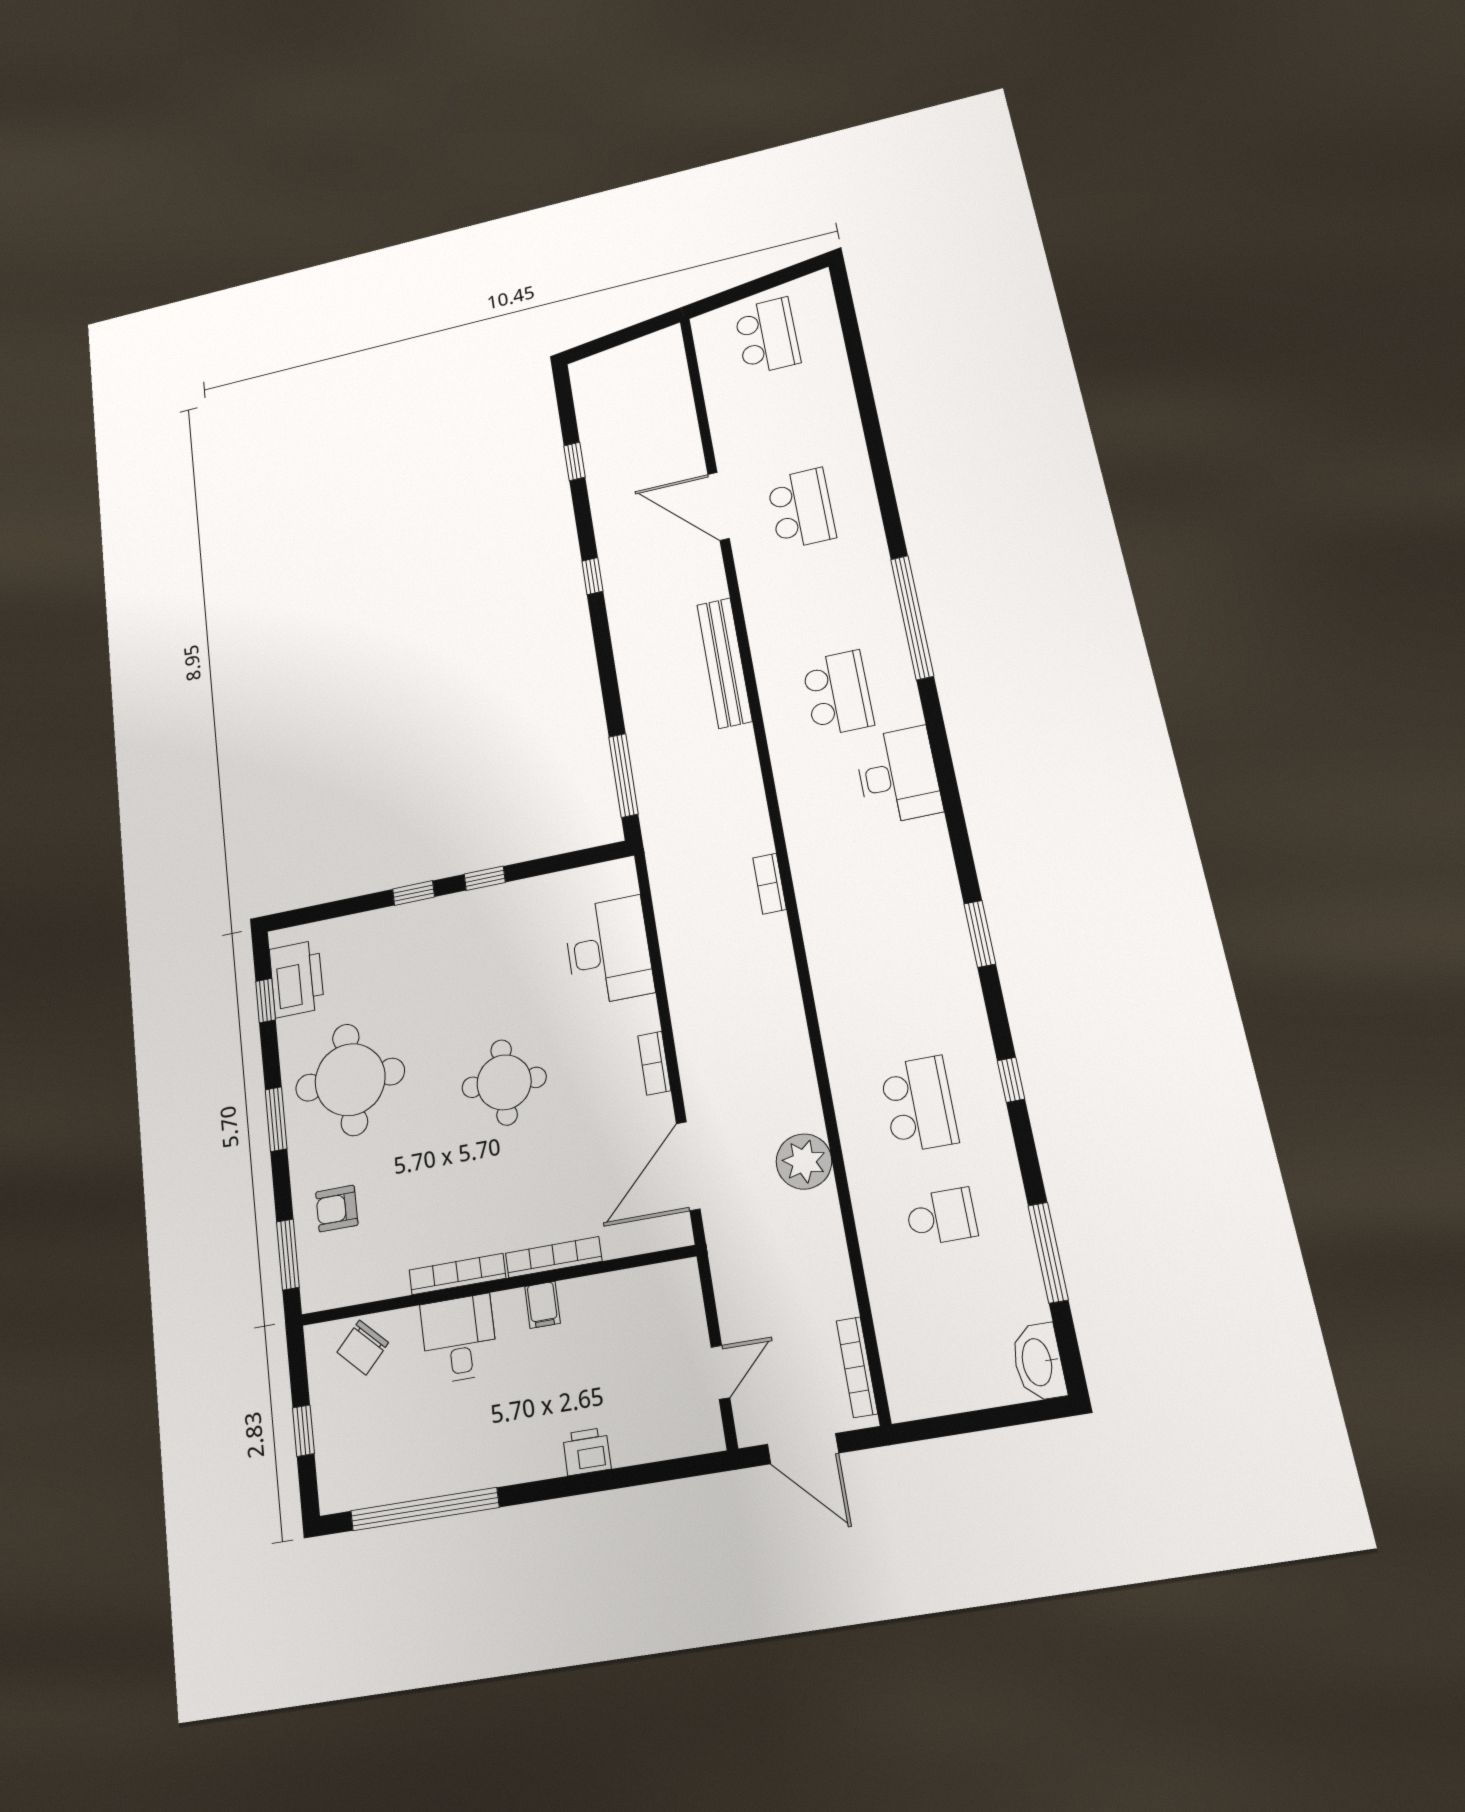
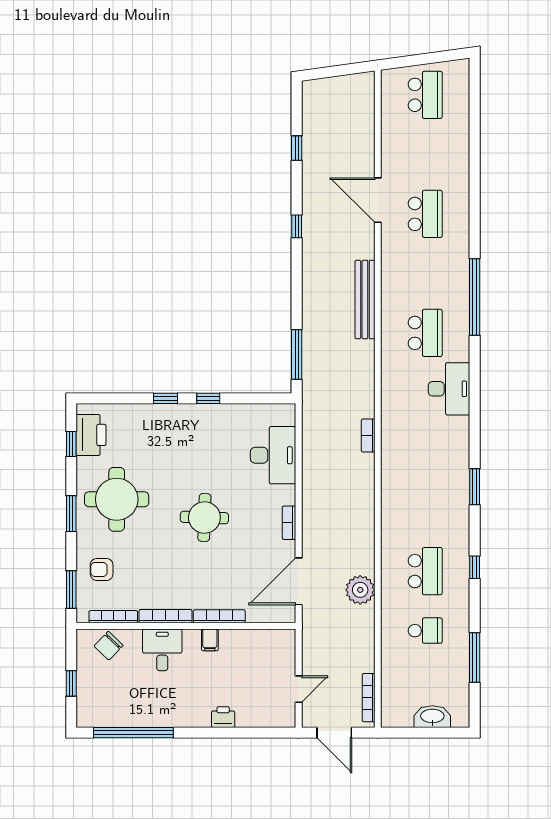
bookcase: (365, 1291) -> (113, 617), added
washbasin: (1038, 1362) -> (432, 717), moved, turned 90

